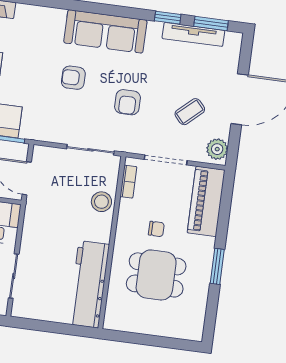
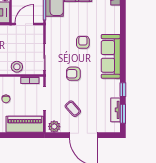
tv unit: (193, 34) -> (115, 110), width x0.71

